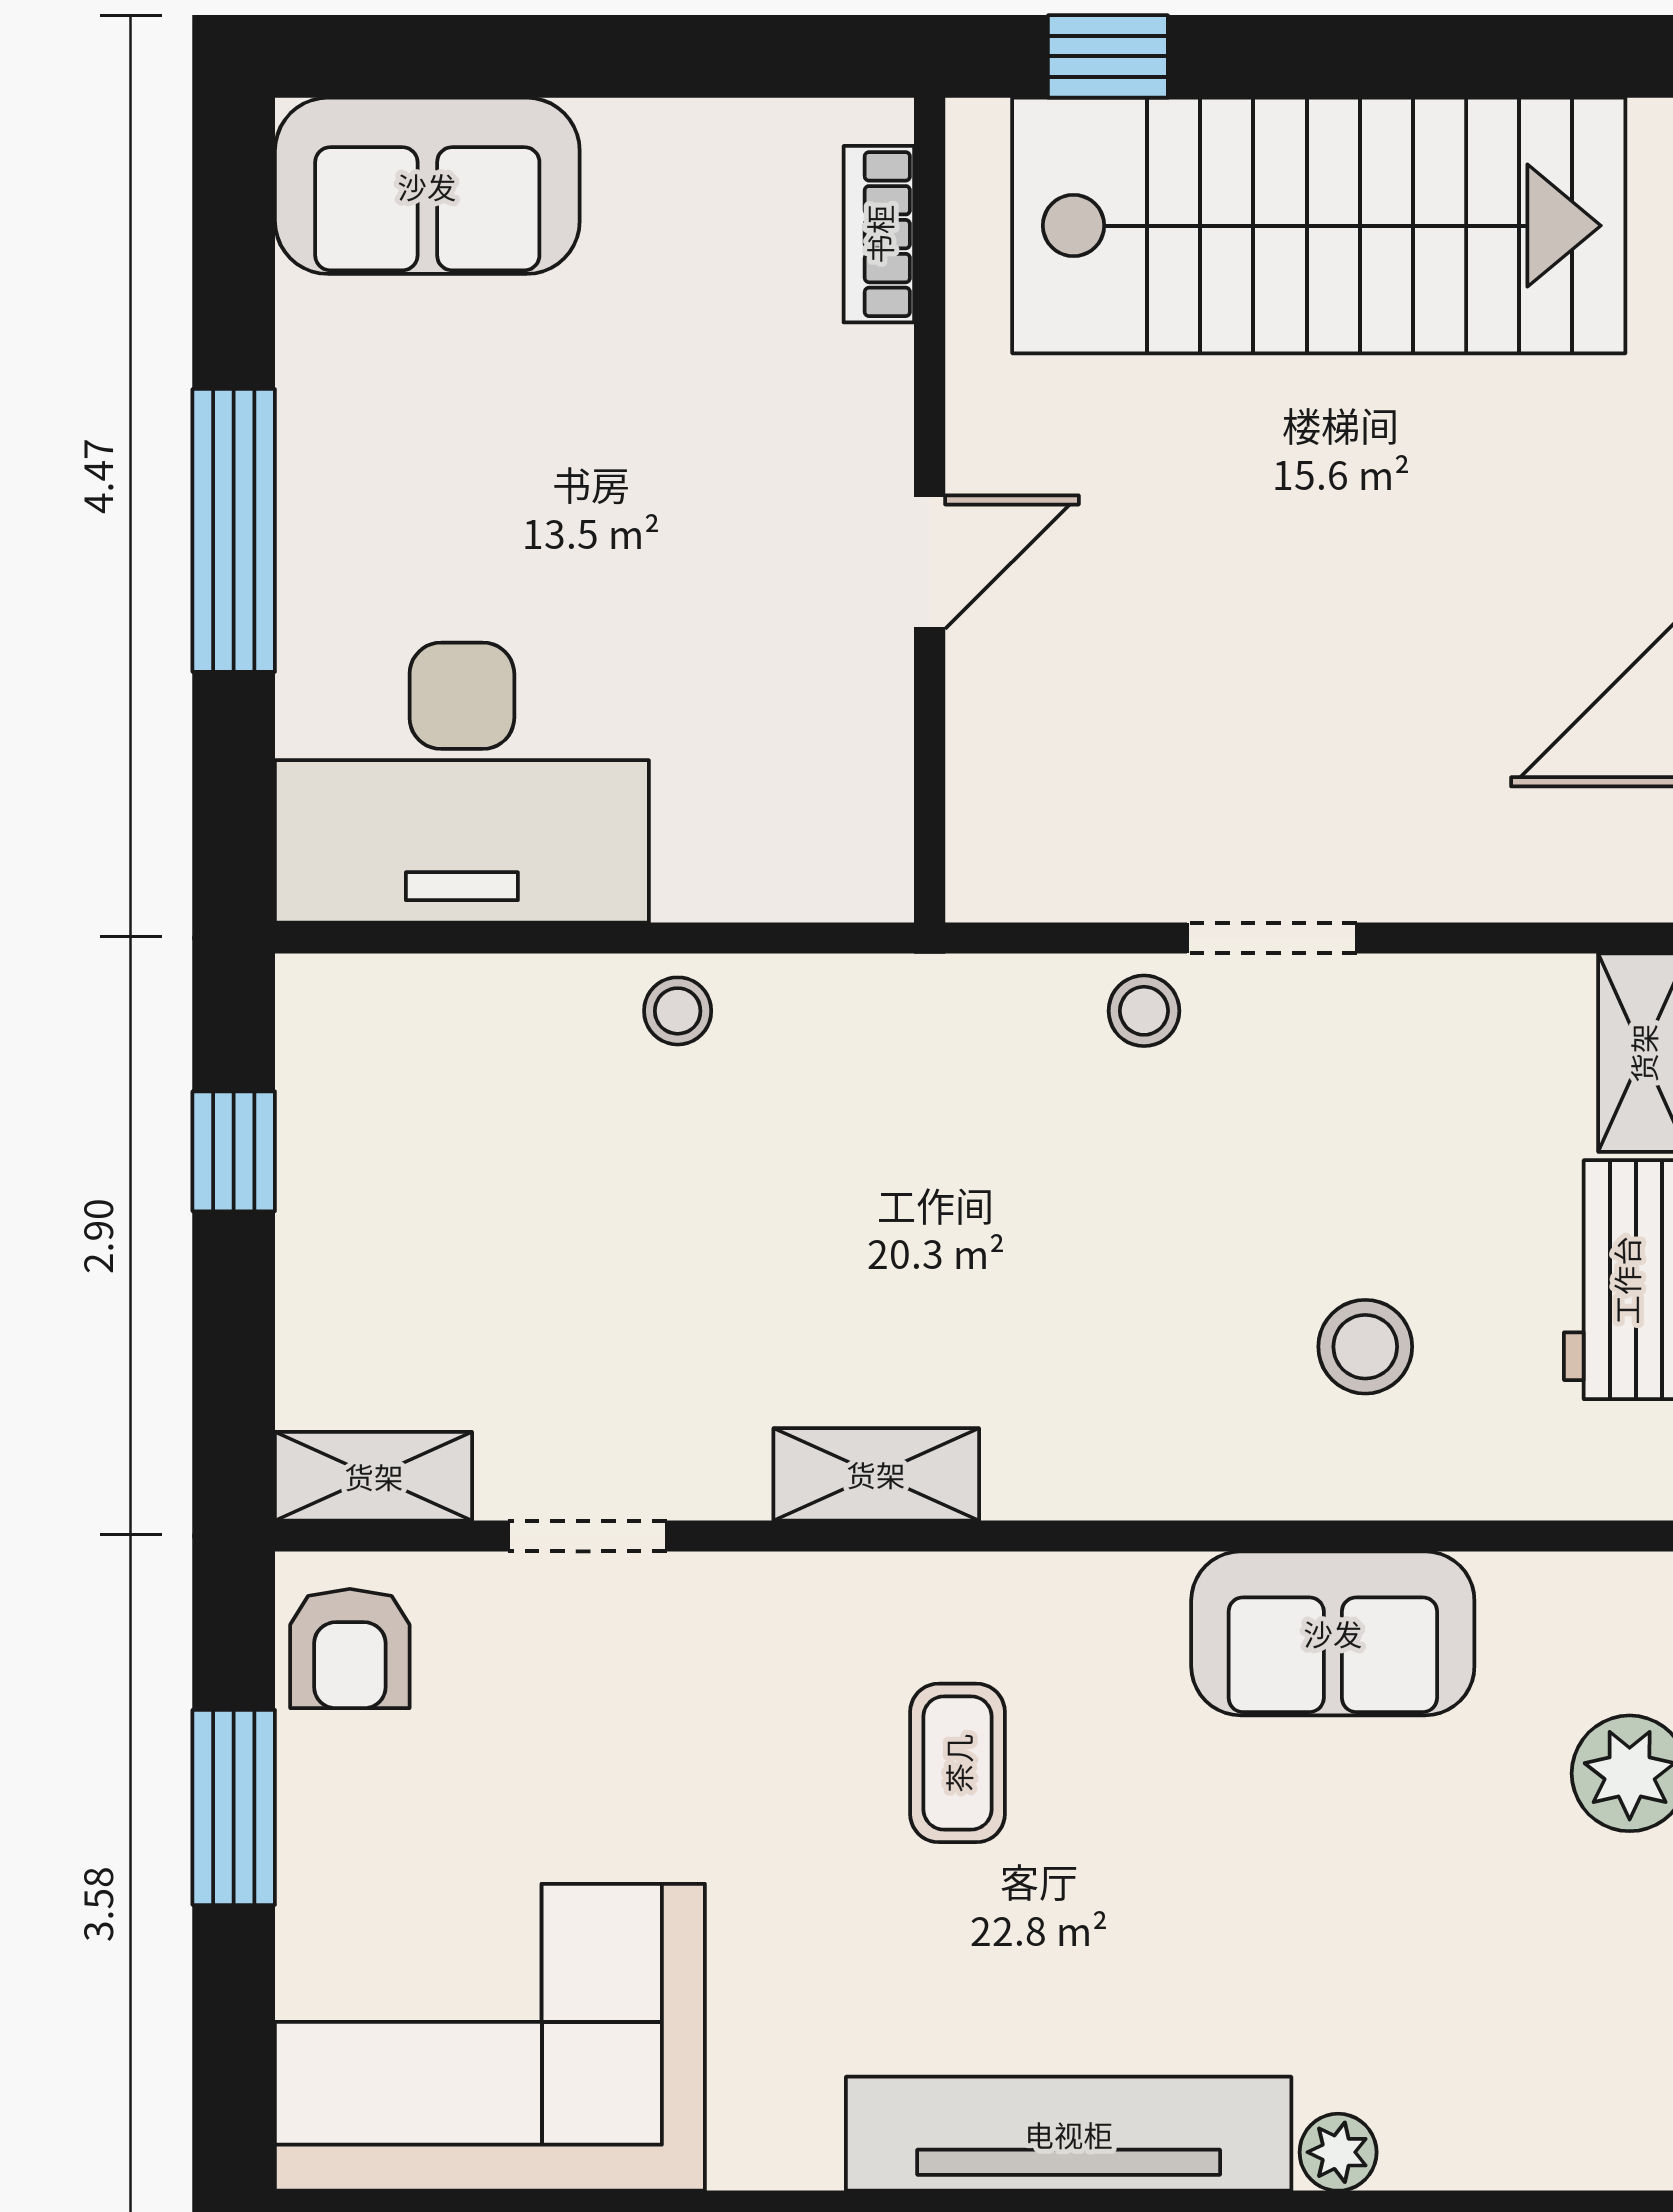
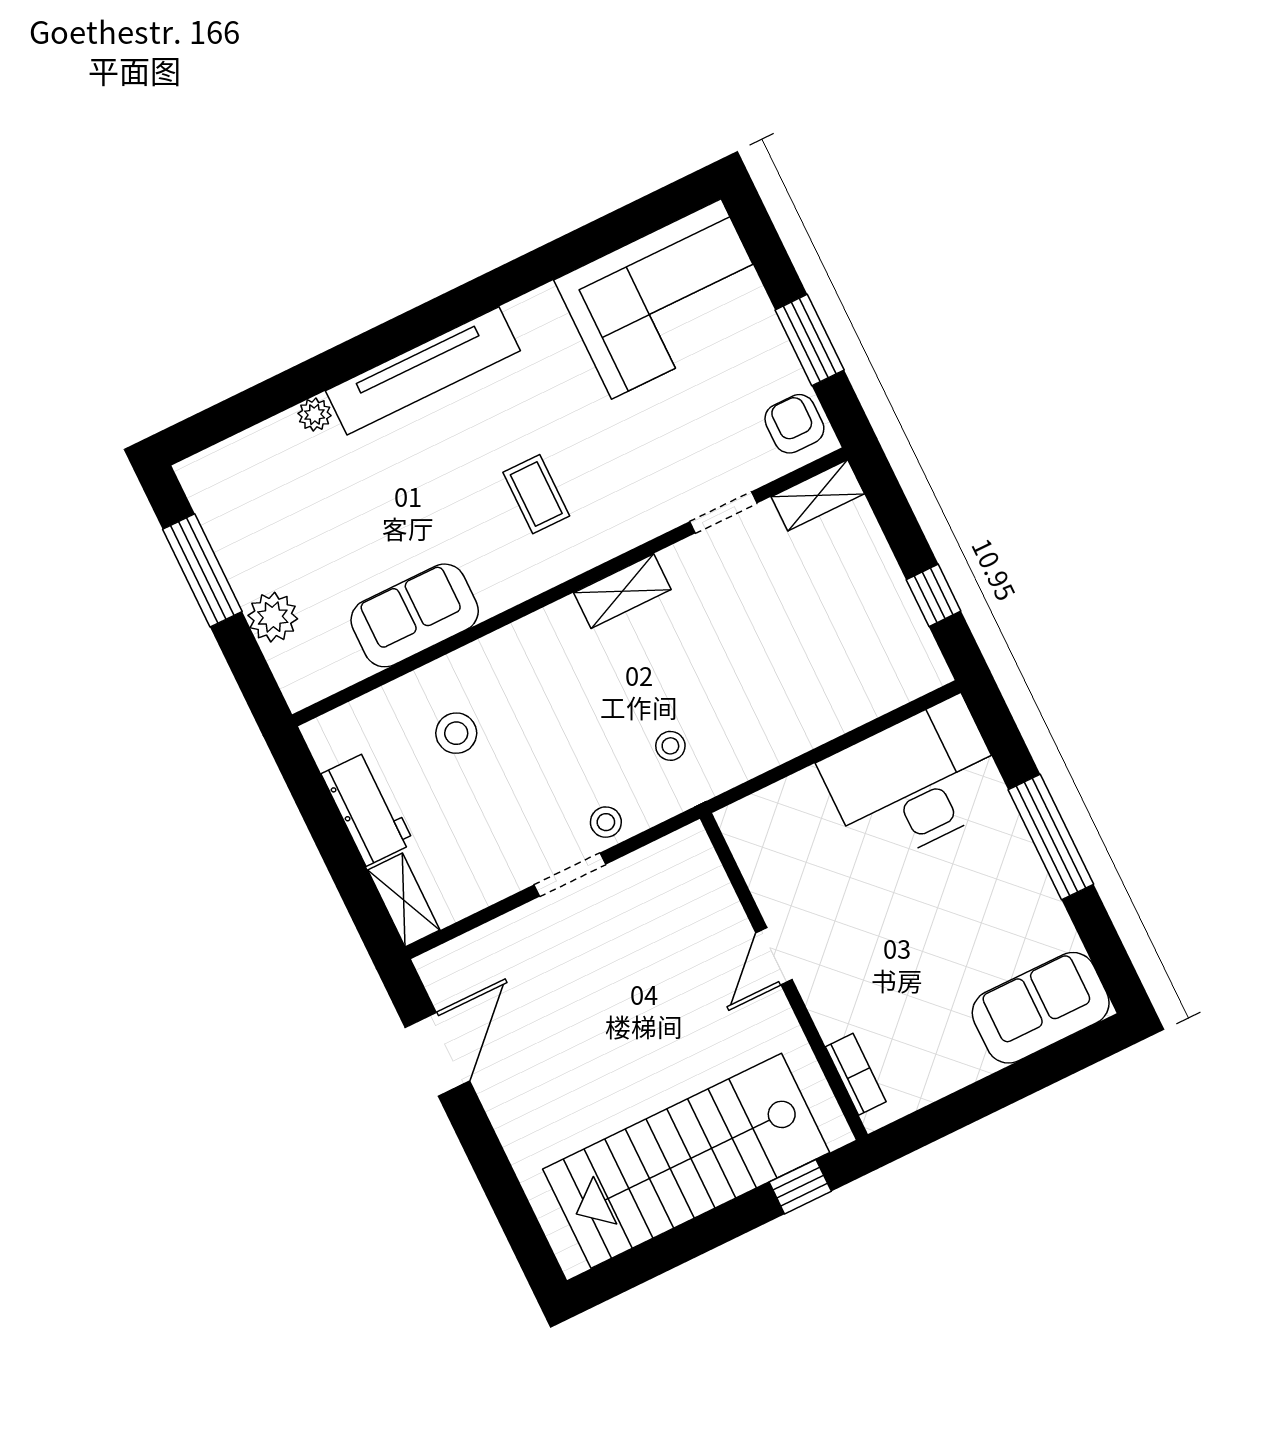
stool: (678, 1011) -> (670, 746), moved

